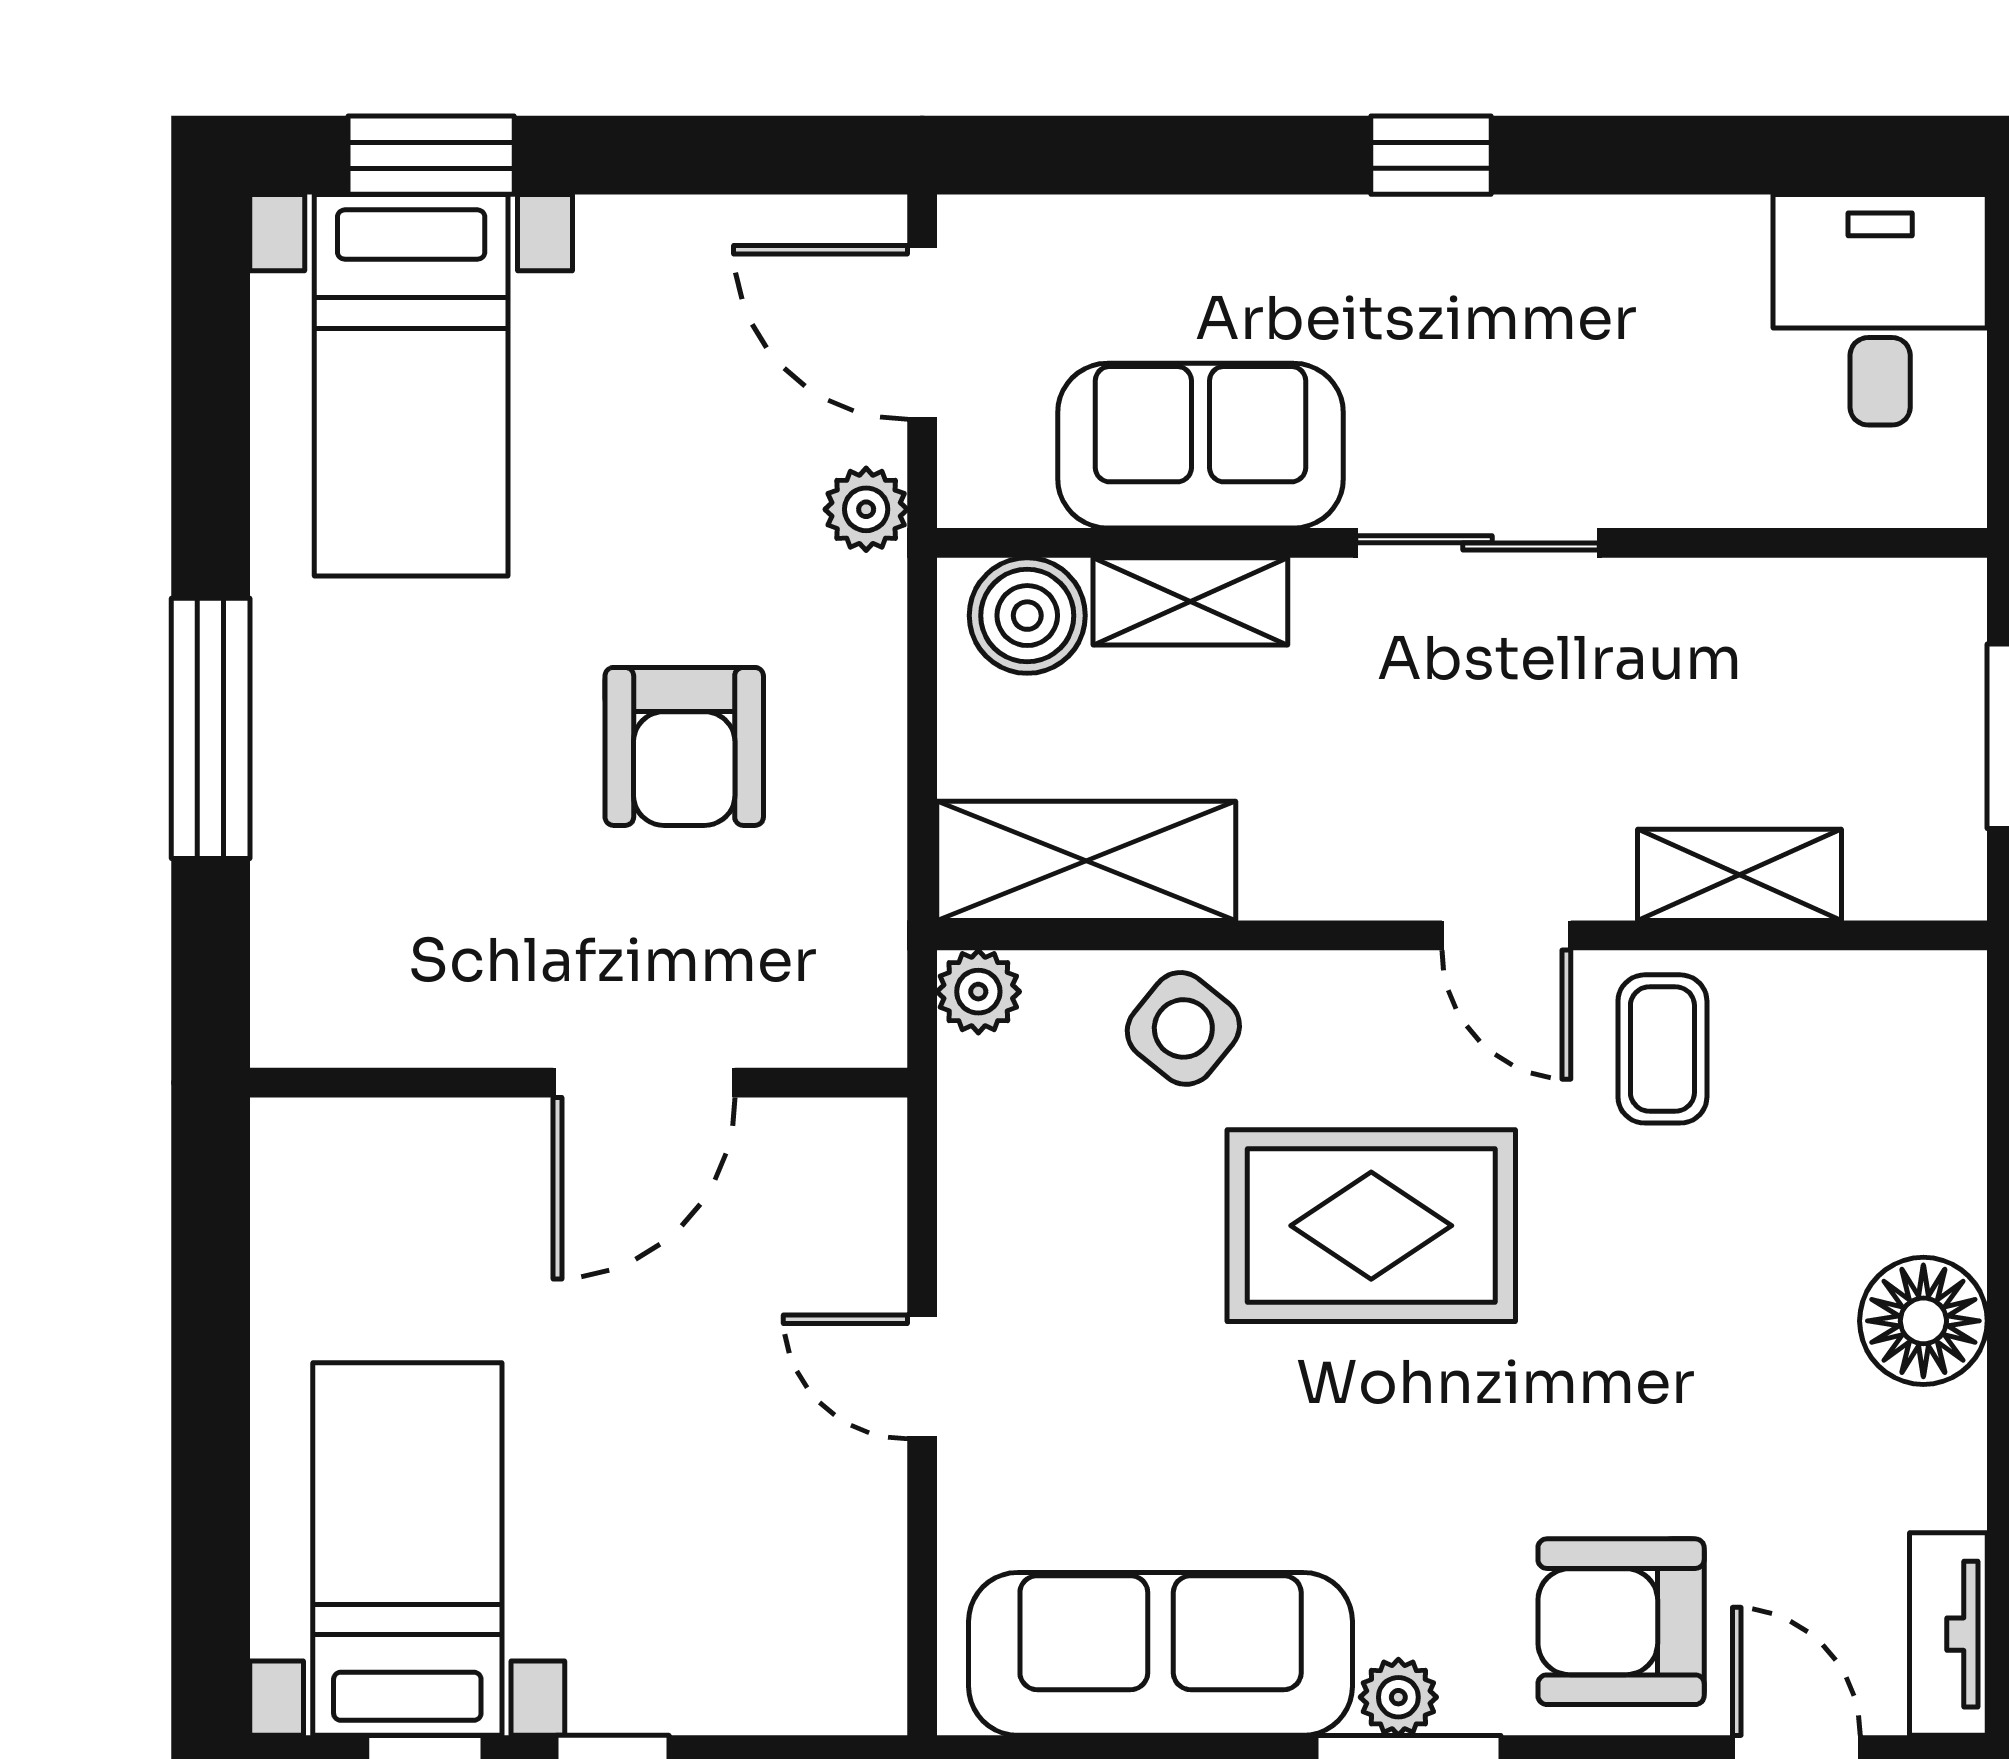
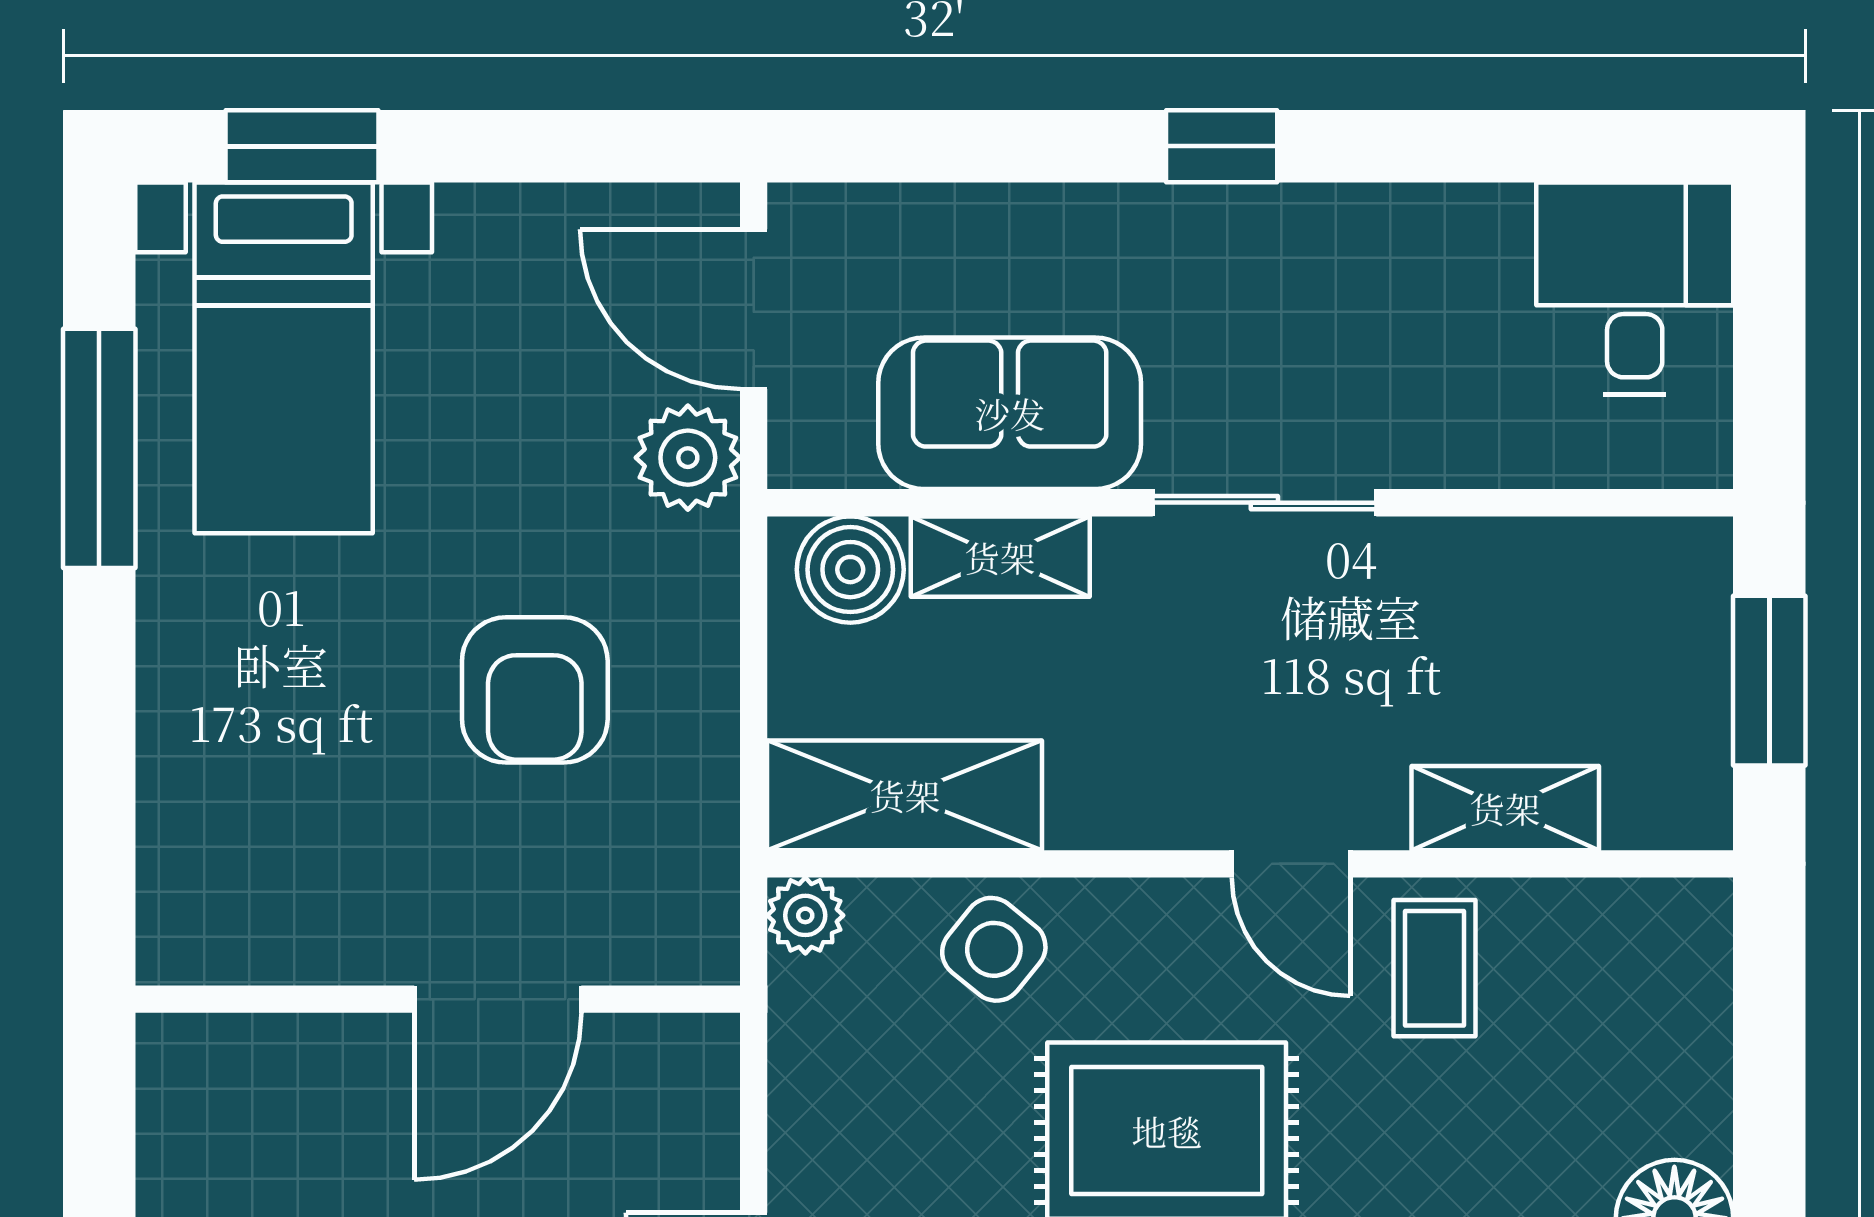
plant: (866, 509) -> (688, 458), width x1.38, depth x1.38
window: (211, 728) -> (99, 448), moved

